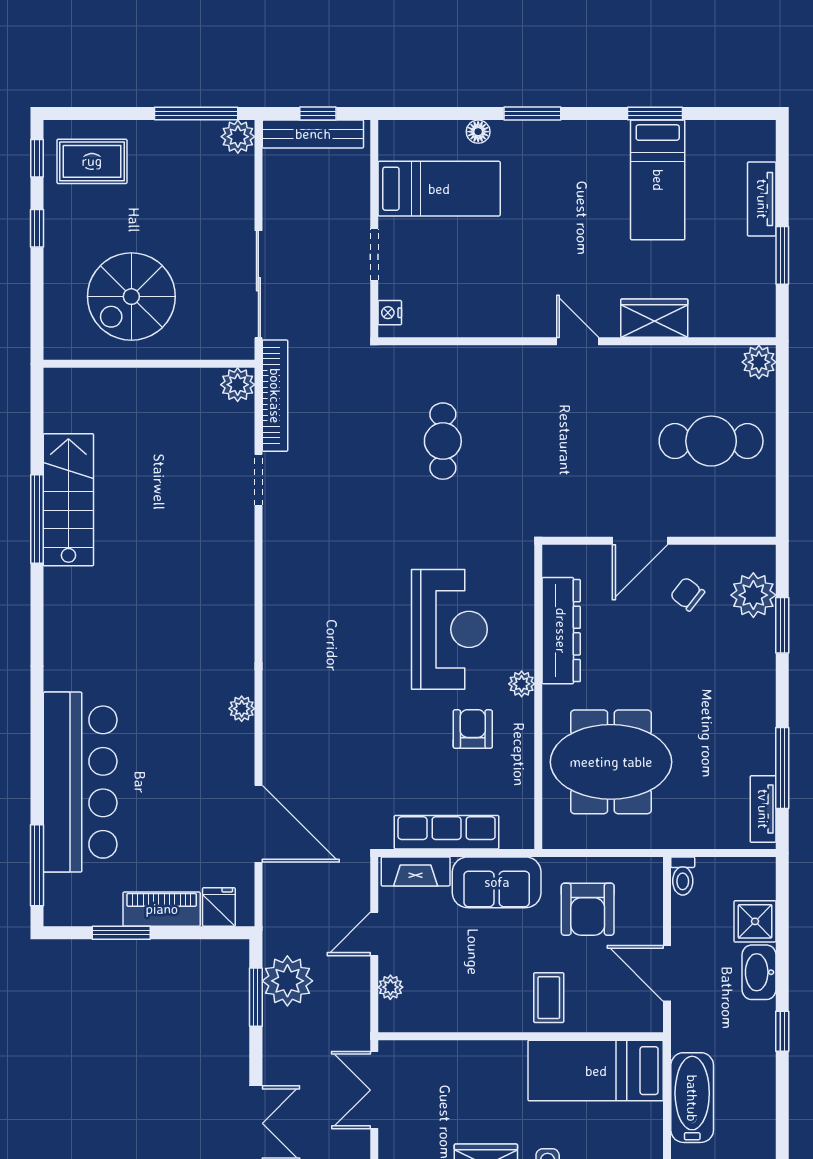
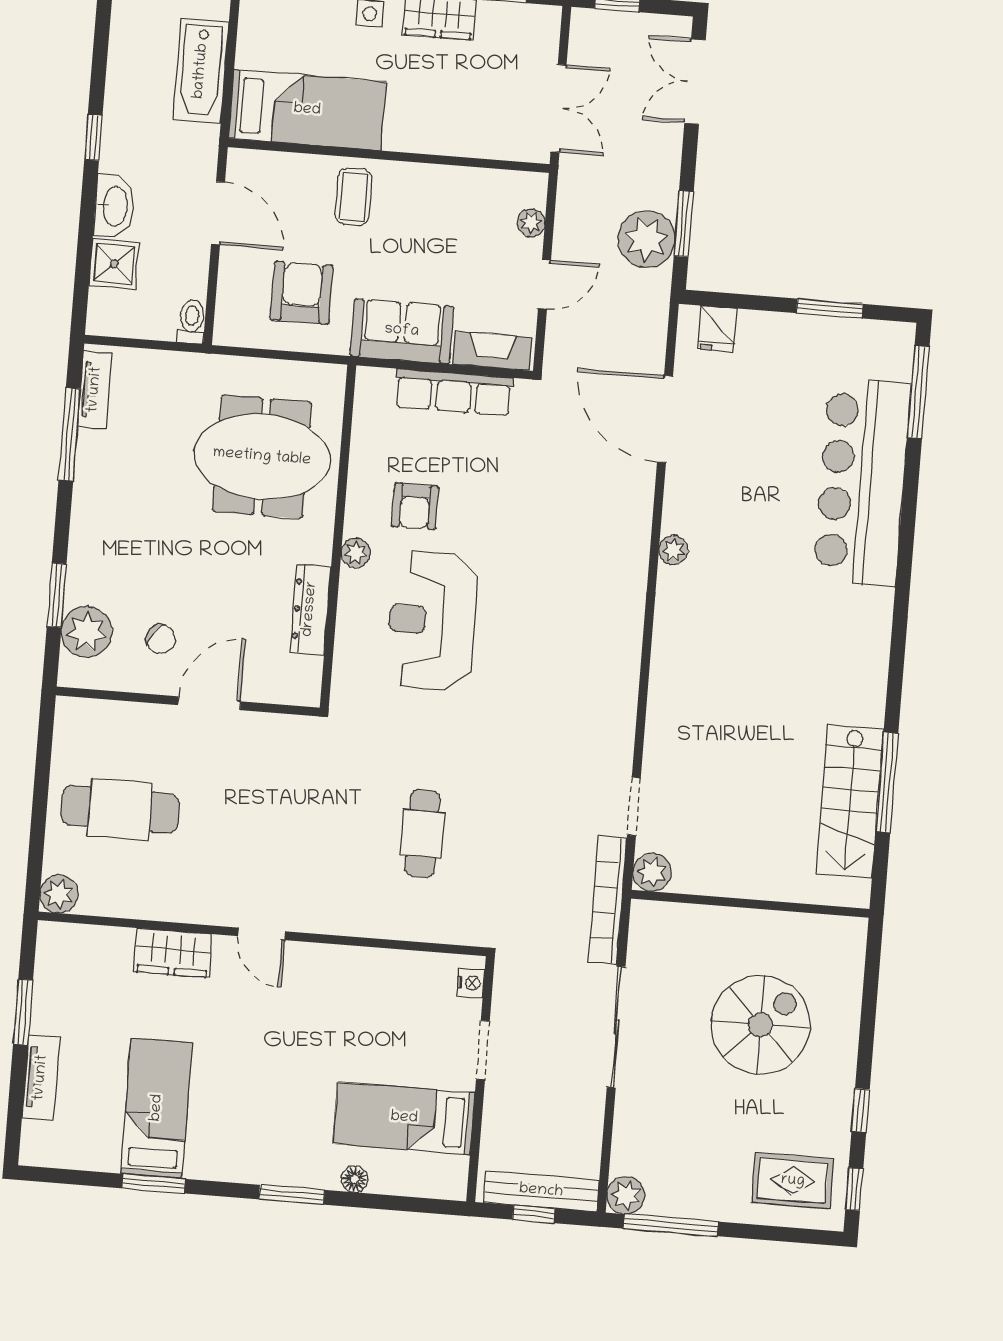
wall: (149, 364) -> (750, 904), moved
plant: (238, 385) -> (652, 872), moved
dresser: (561, 631) -> (310, 609), width x0.73, depth x0.80
piano: (162, 909) -> (782, 332), removed

